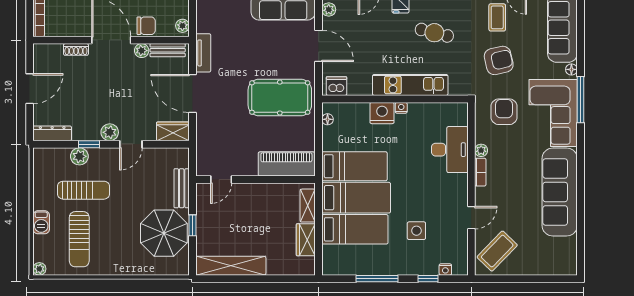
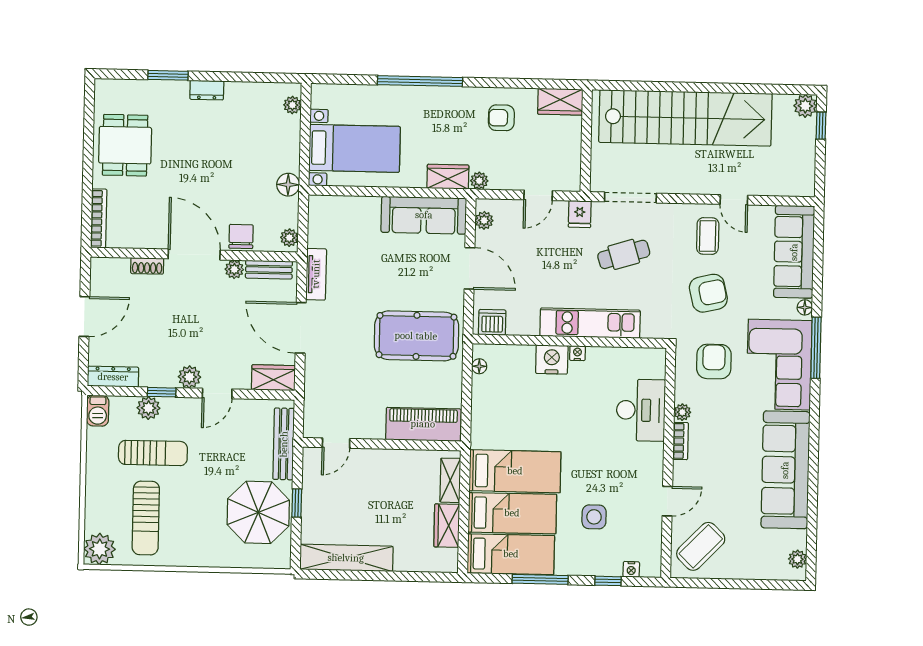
chair: (146, 26) -> (241, 236), turned -90
cafe table: (434, 33) -> (624, 254), turned -31
bed: (354, 166) -> (511, 554), moved
bench: (182, 188) -> (284, 444), width x1.36
barbecue: (41, 222) -> (98, 411), moved
plant: (570, 259) -> (797, 559), added
plant: (39, 269) -> (100, 549), width x1.88, depth x1.88

